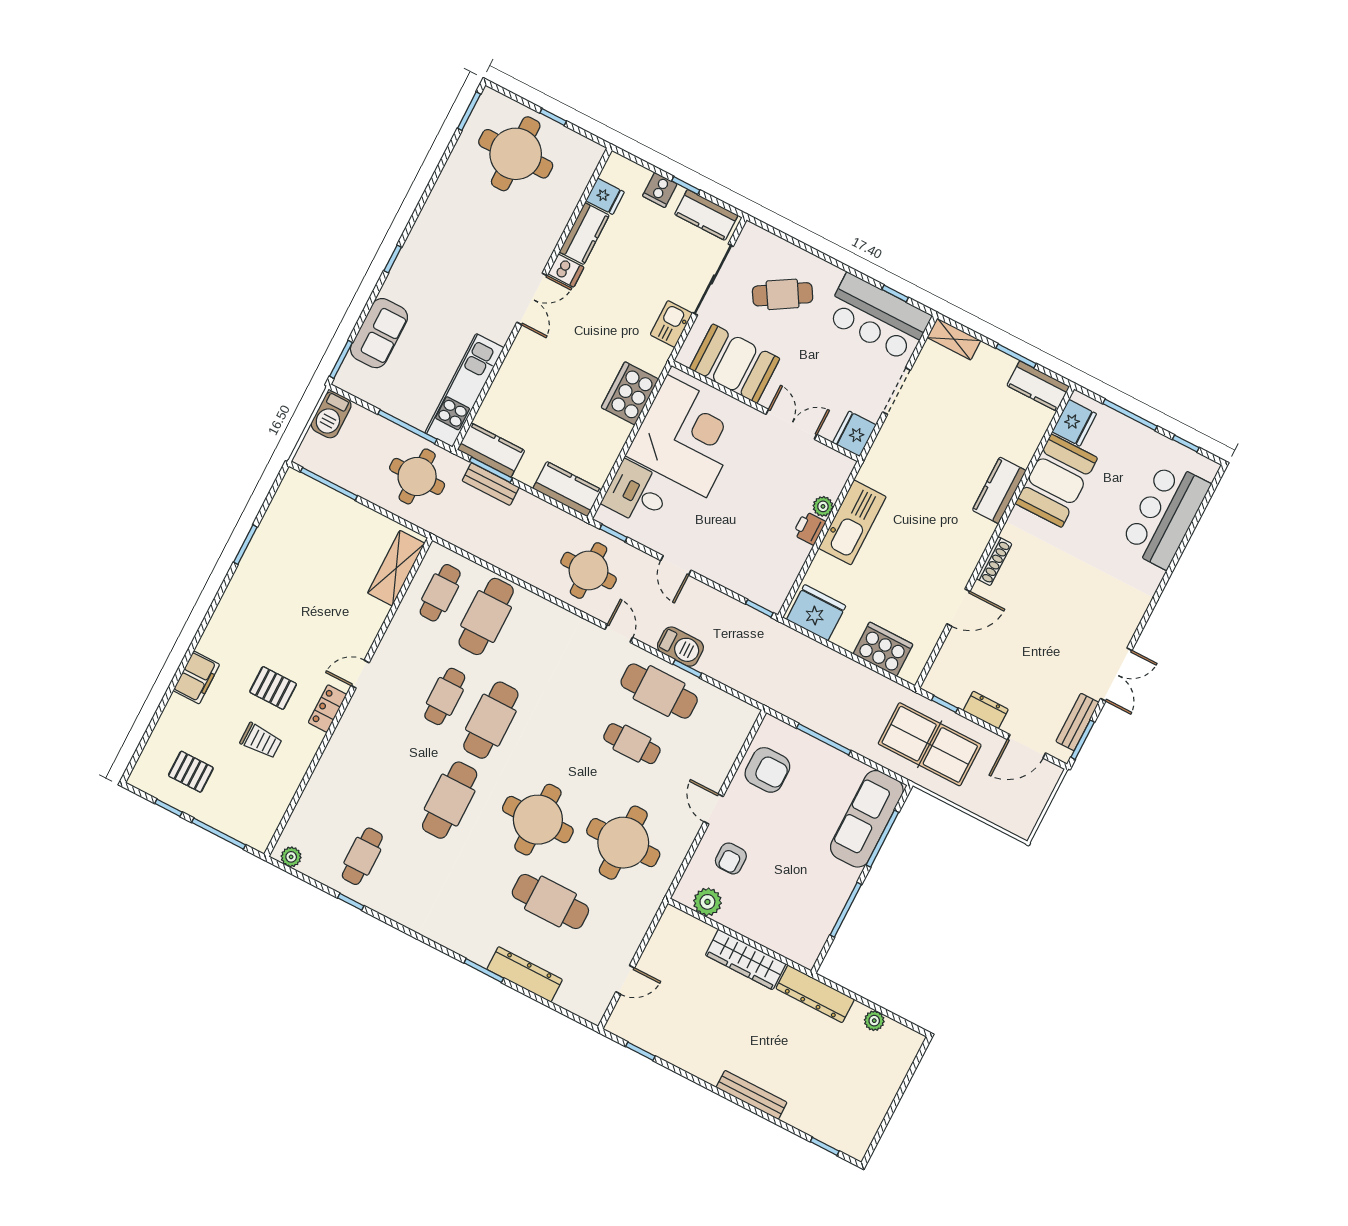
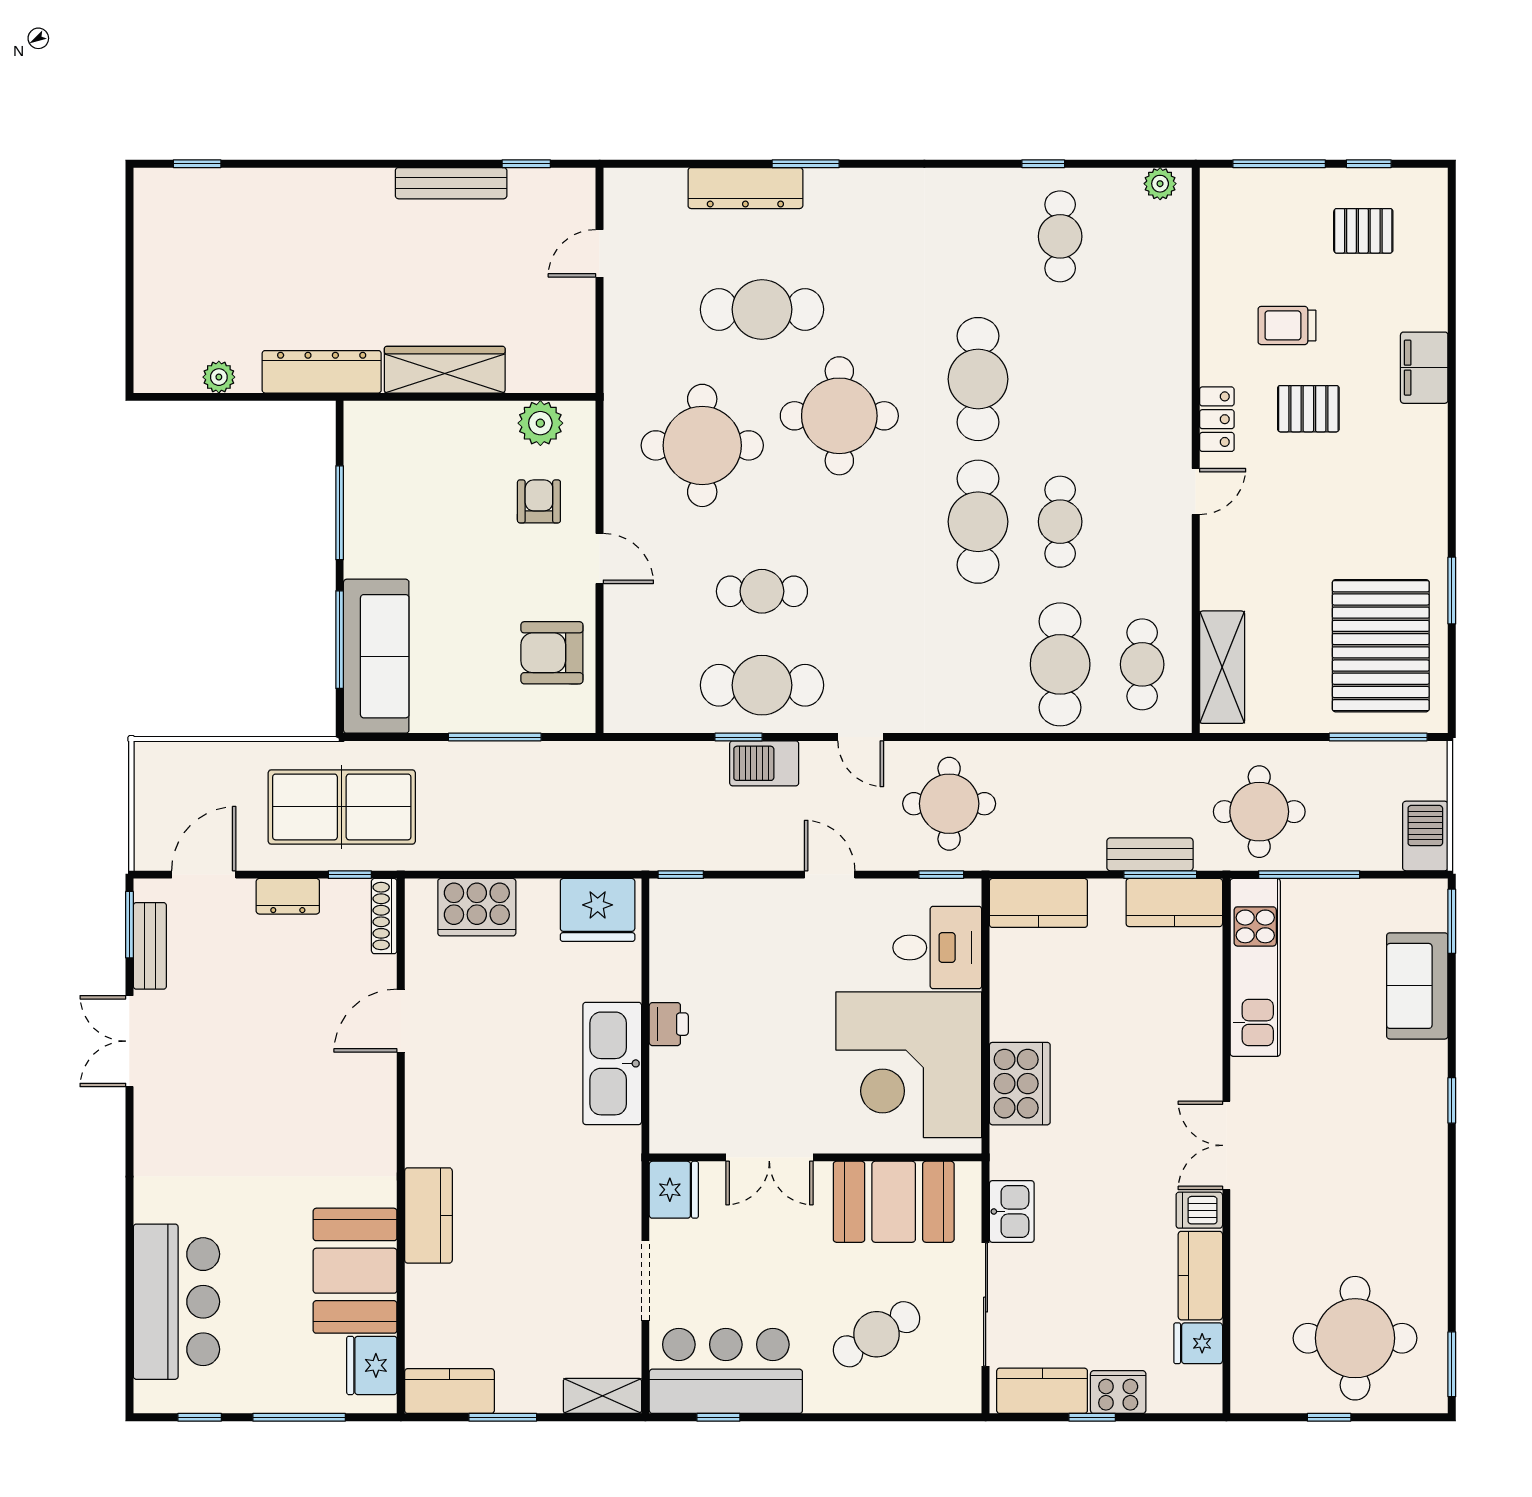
cooker: (660, 190) -> (1118, 1392), width x1.36
plant: (823, 506) -> (665, 1065), removed
pallet: (301, 534) -> (1381, 646), added
shoe rack: (994, 561) -> (384, 916), moved
bench: (752, 1095) -> (451, 183), moved

